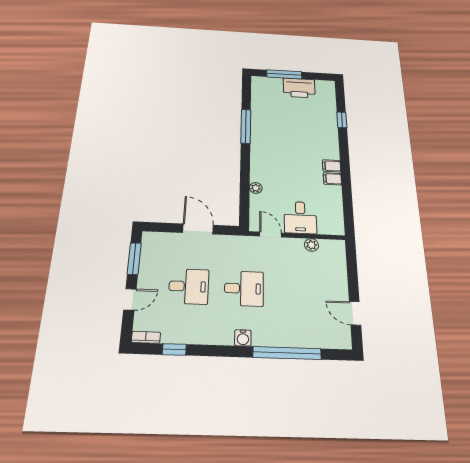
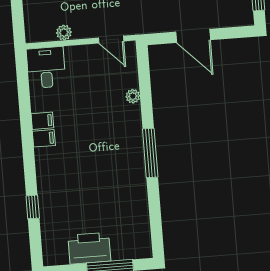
window: (246, 126) -> (150, 153), moved
desk: (300, 217) -> (46, 68), moved

